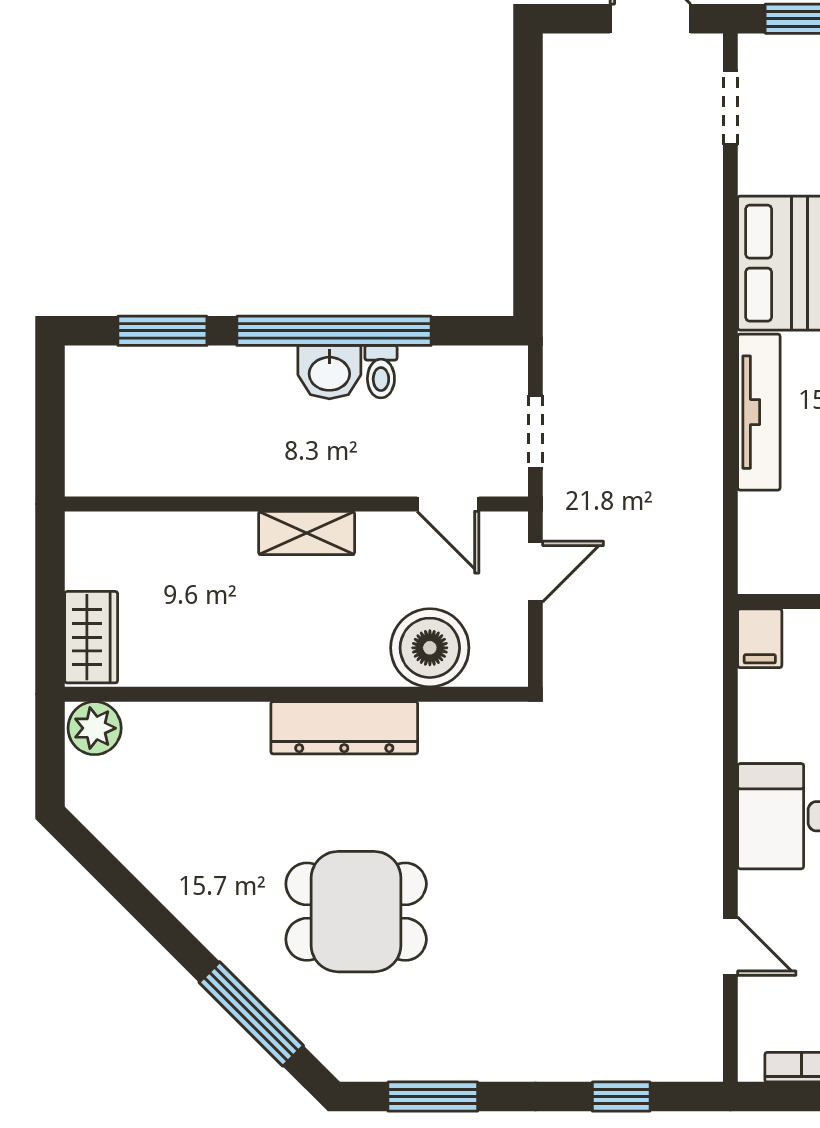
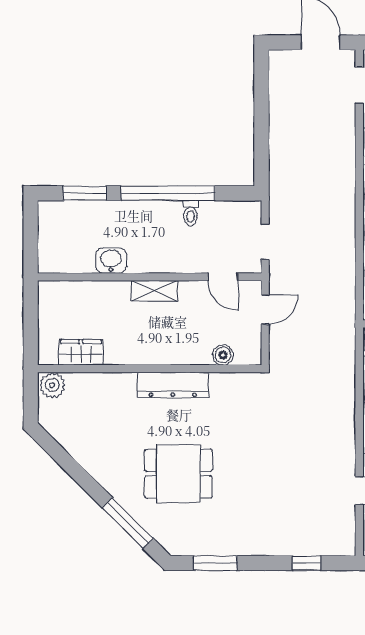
washbasin: (329, 372) -> (111, 260), moved, turned 180
wardrobe: (91, 637) -> (81, 352), moved, turned -90
boiler: (430, 648) -> (223, 355), width x0.54, depth x0.54

